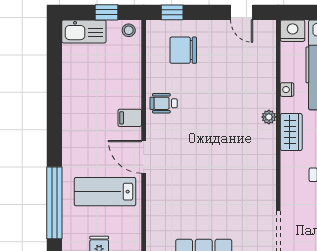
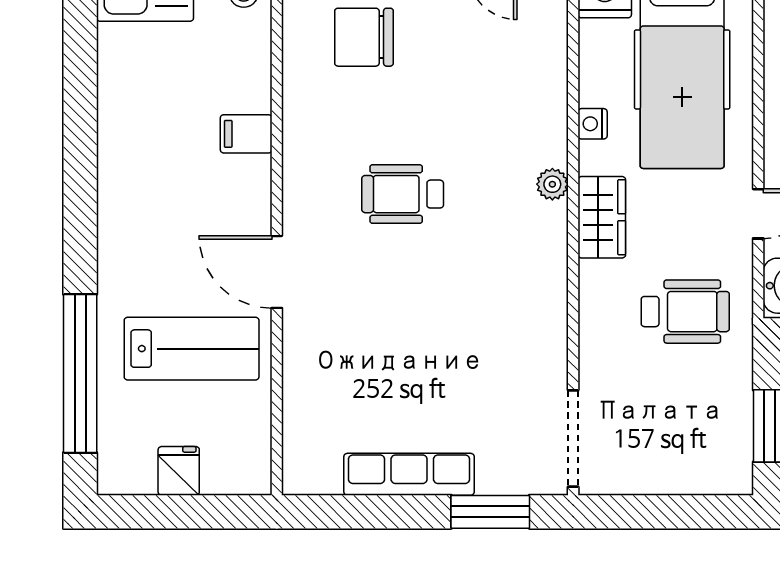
wheelchair: (164, 103) -> (403, 194), moved, width x1.36, depth x1.37
filing cabinet: (130, 118) -> (246, 134), moved
lab bench: (105, 192) -> (192, 349), turned 180

